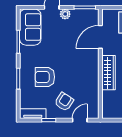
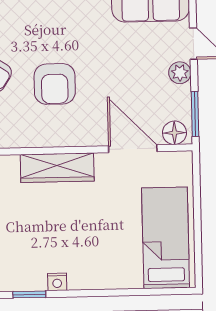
floor lamp: (93, 17) -> (174, 133), added
armchair: (45, 77) -> (55, 84), moved, turned 180

